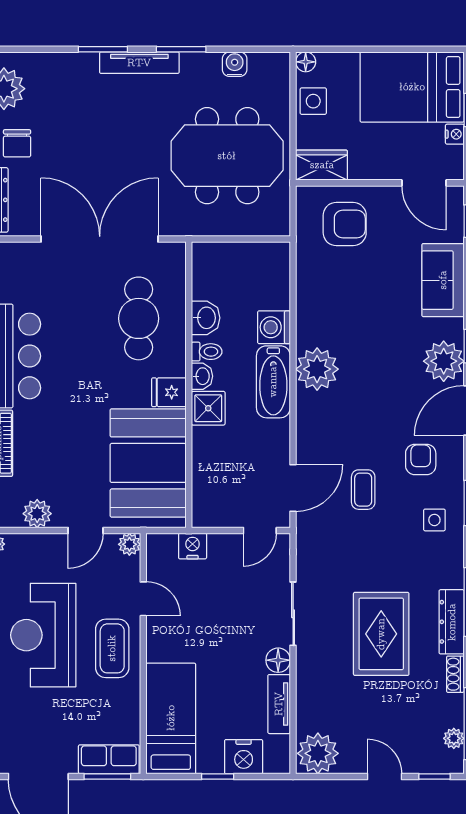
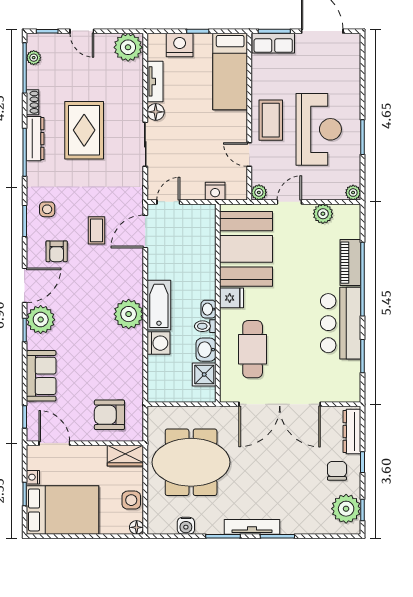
shower: (208, 408) -> (204, 374), moved

